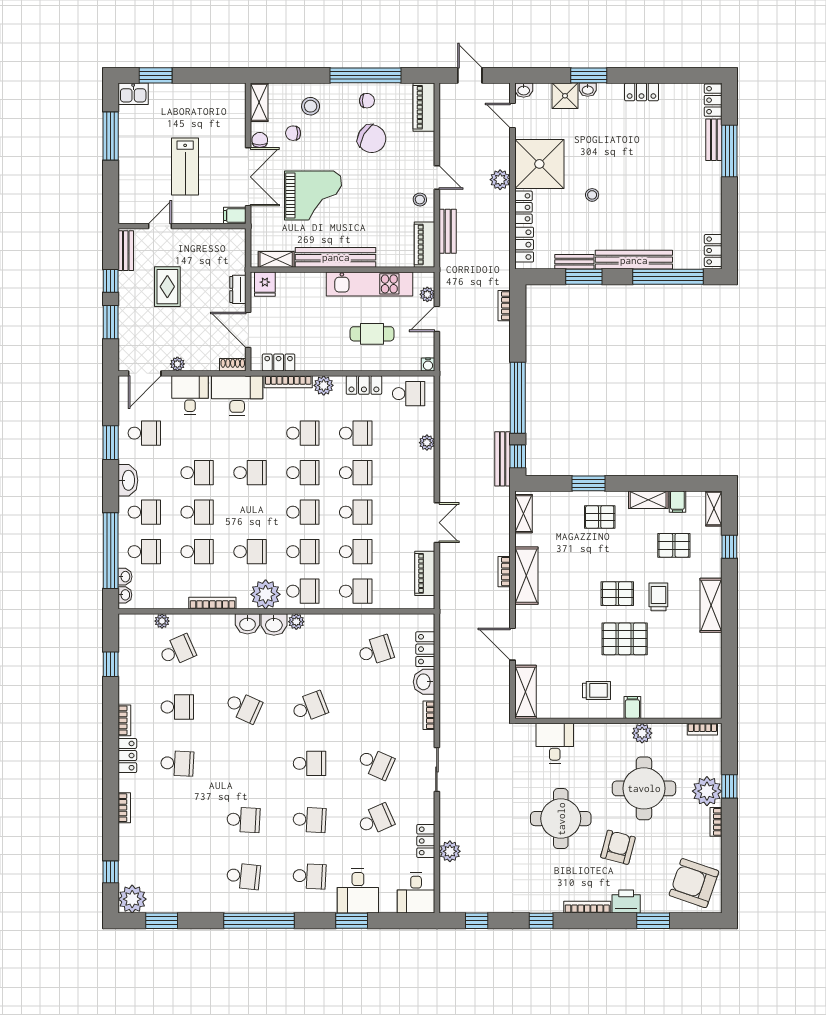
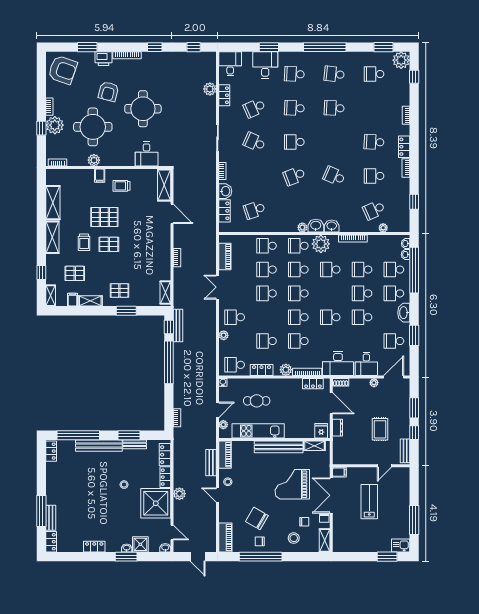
school desk: (356, 473) -> (235, 317), moved
shelving: (526, 576) -> (53, 203), moved
school desk: (177, 876) -> (374, 74), added

